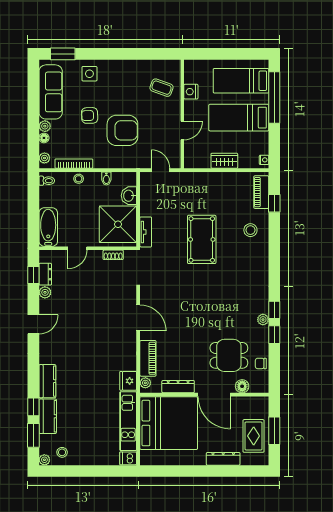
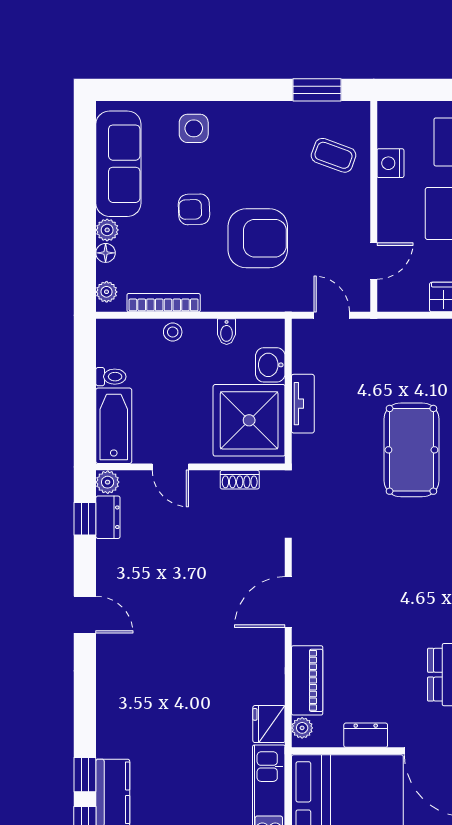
window: (63, 54) -> (317, 90), moved
door: (182, 130) -> (374, 261), moved
toilet: (47, 181) -> (111, 377), moved
tv unit: (146, 232) -> (303, 404), moved
door: (77, 248) -> (170, 467), hinge flipped
plant: (45, 292) -> (108, 482), moved
door: (138, 318) -> (288, 602), swing flipped
door: (33, 324) -> (85, 615), hinge flipped
kitchen counter: (47, 381) -> (112, 725), removed
dresser: (178, 387) -> (366, 735), width x0.70

